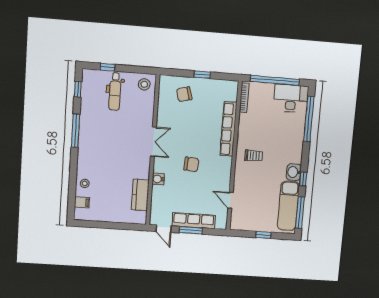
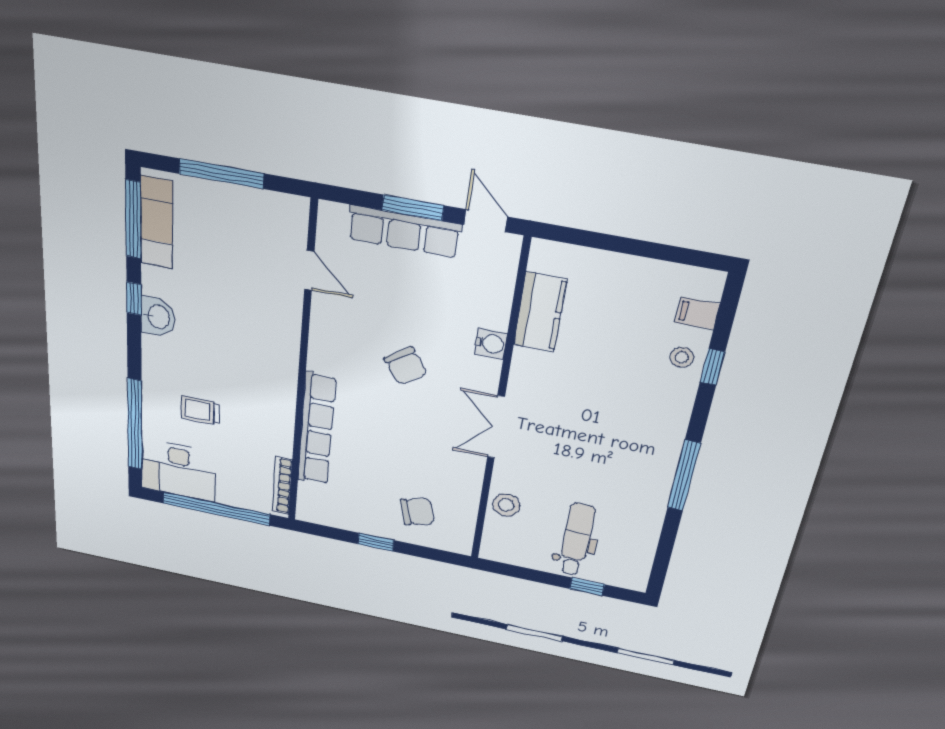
stool: (144, 84) -> (506, 505), moved
window: (78, 89) -> (712, 367), moved
trolley: (254, 156) -> (200, 410), moved
chair: (191, 164) -> (406, 366), turned -129
exam couch: (288, 206) -> (157, 222), width x0.73, depth x0.69
window: (263, 235) -> (221, 174), width x2.17

